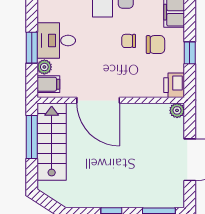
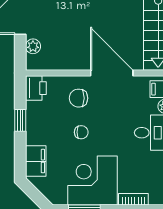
chair: (155, 45) -> (79, 98), moved
plant: (177, 110) -> (33, 46), moved

